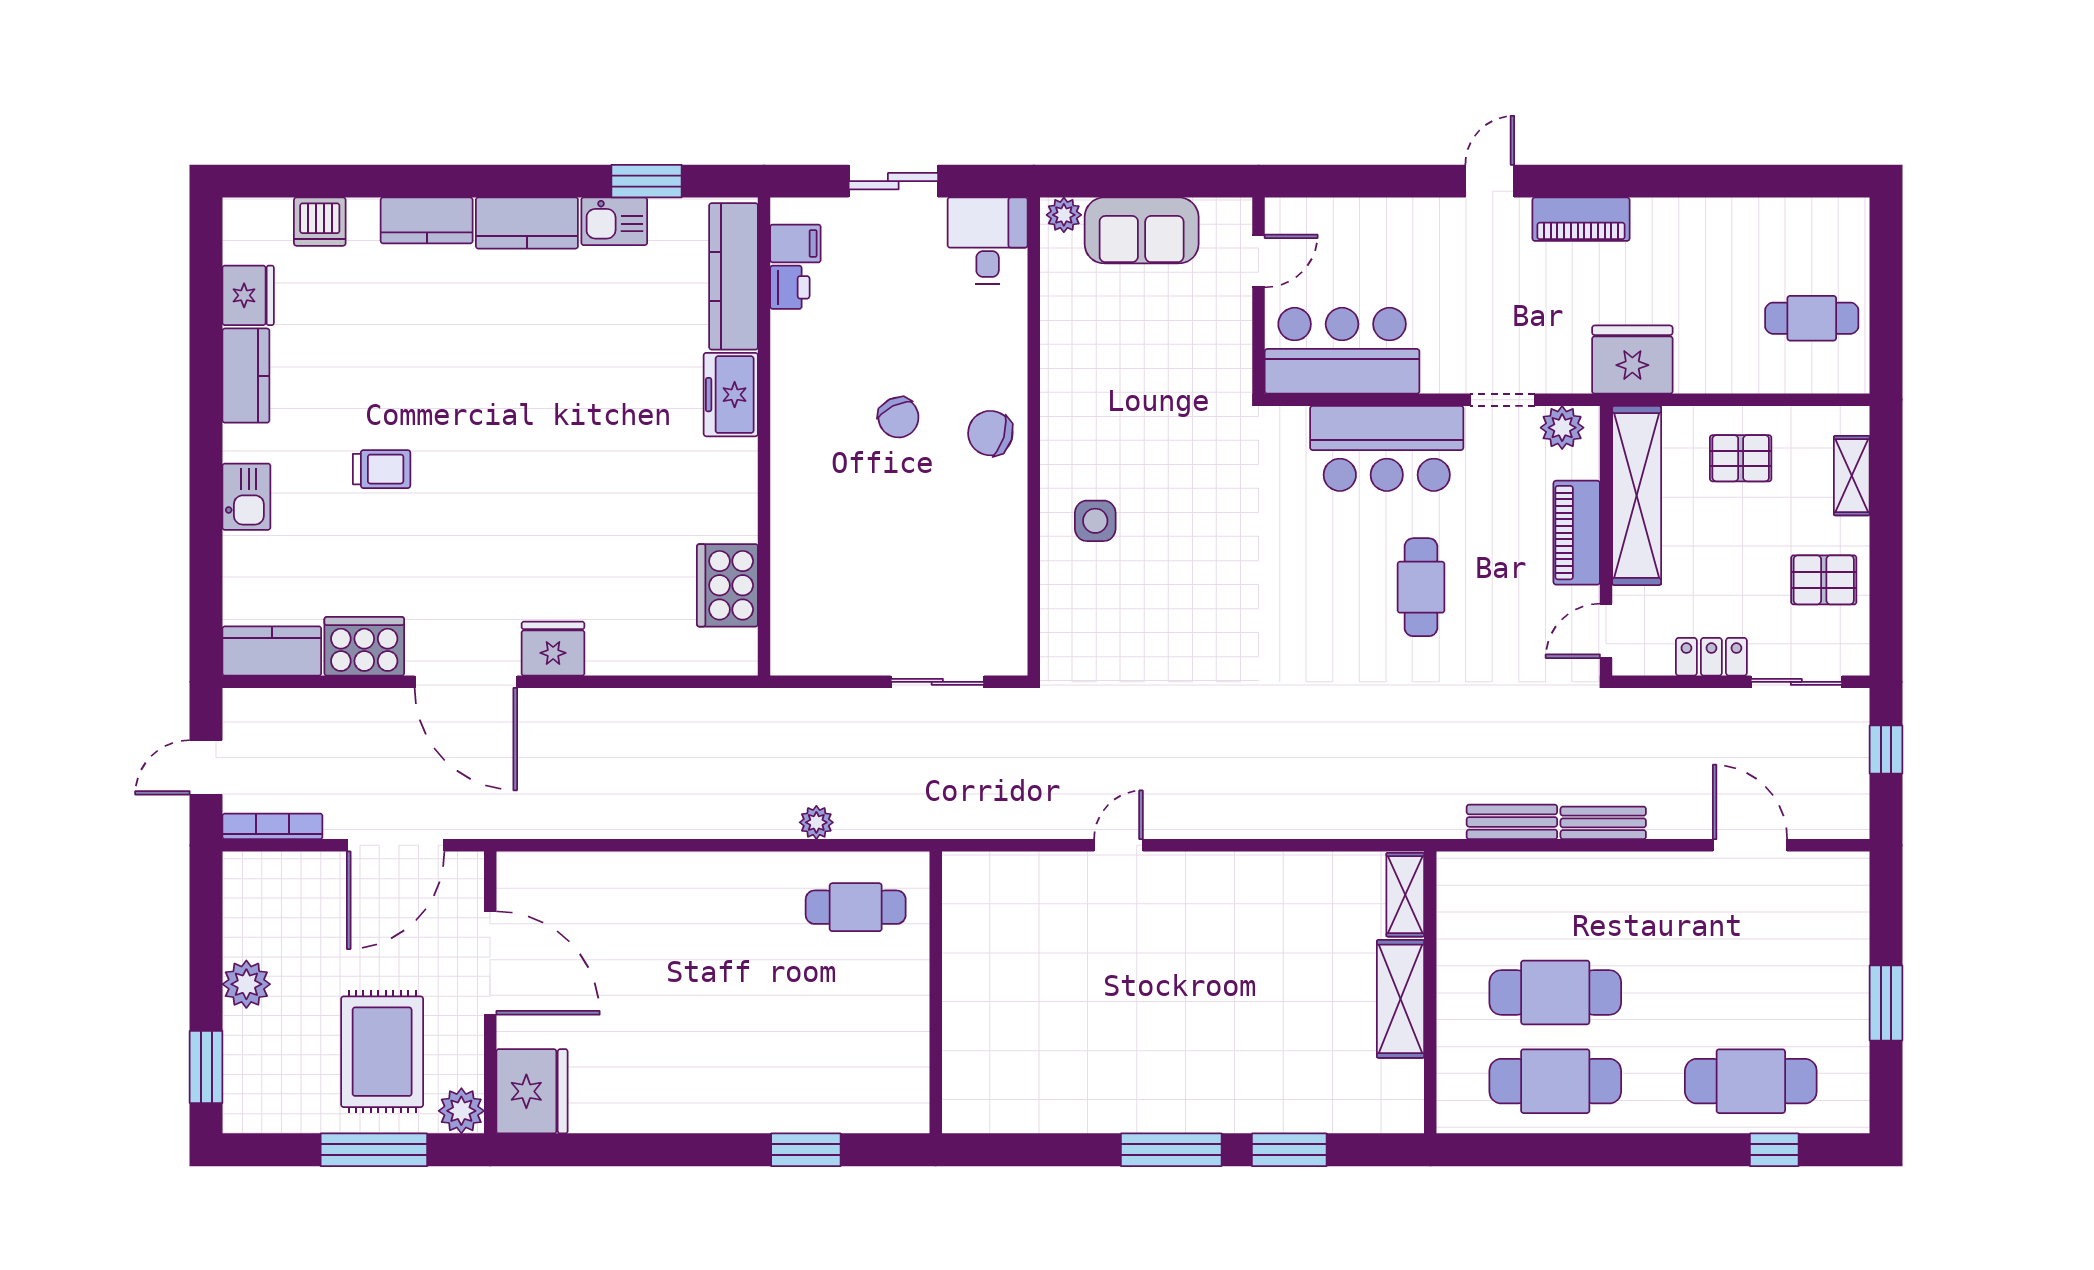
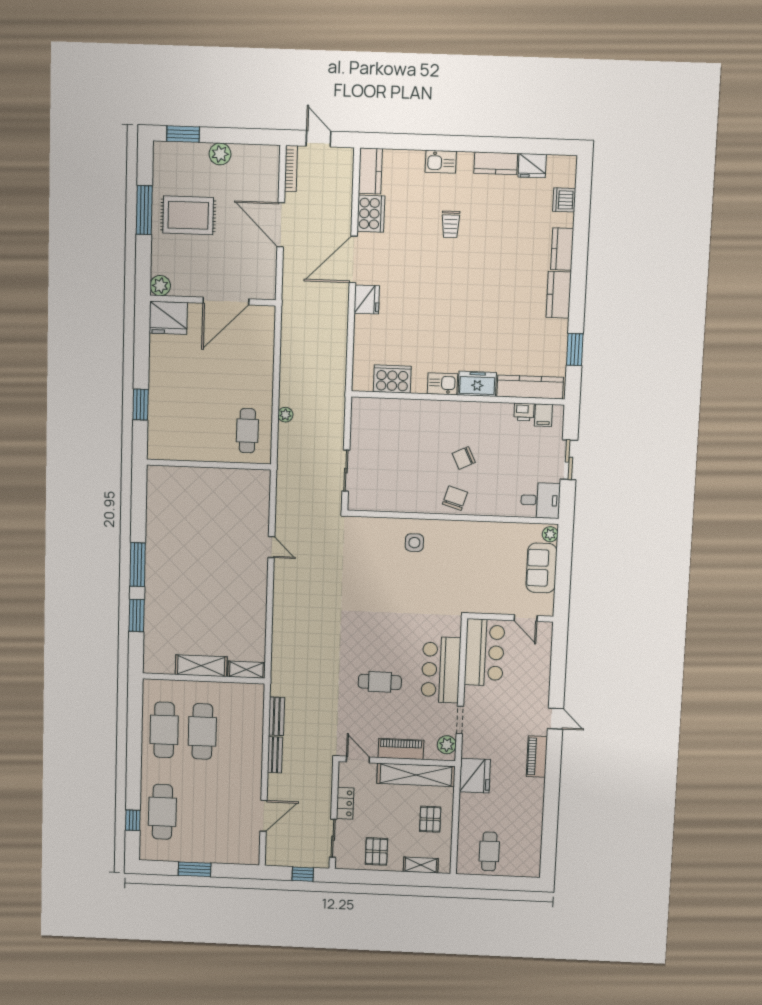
kitchen sink: (614, 221) -> (442, 384), moved, turned 90
door: (490, 963) -> (226, 301), moved
wall: (490, 992) -> (213, 301), moved
fridge: (532, 1091) -> (168, 318), moved
plant: (461, 1111) -> (160, 286), moved

